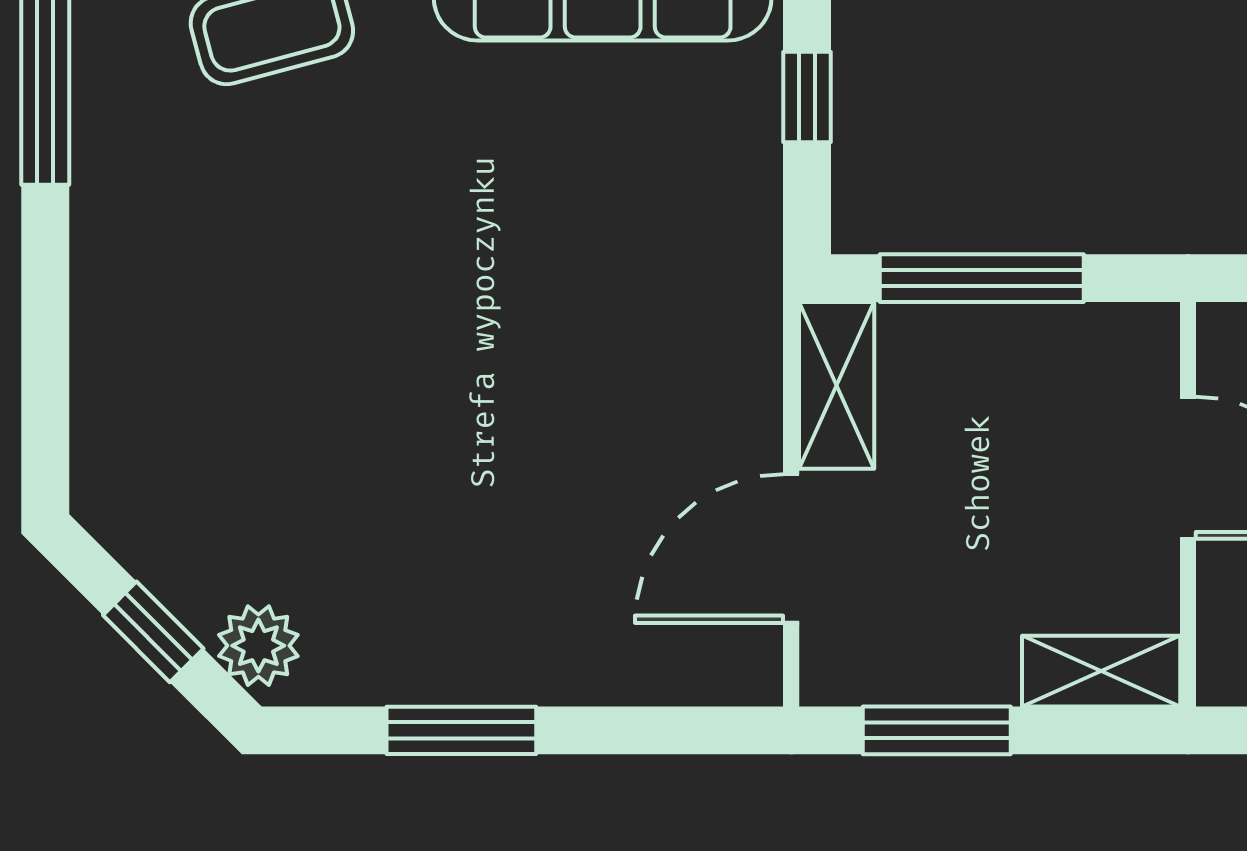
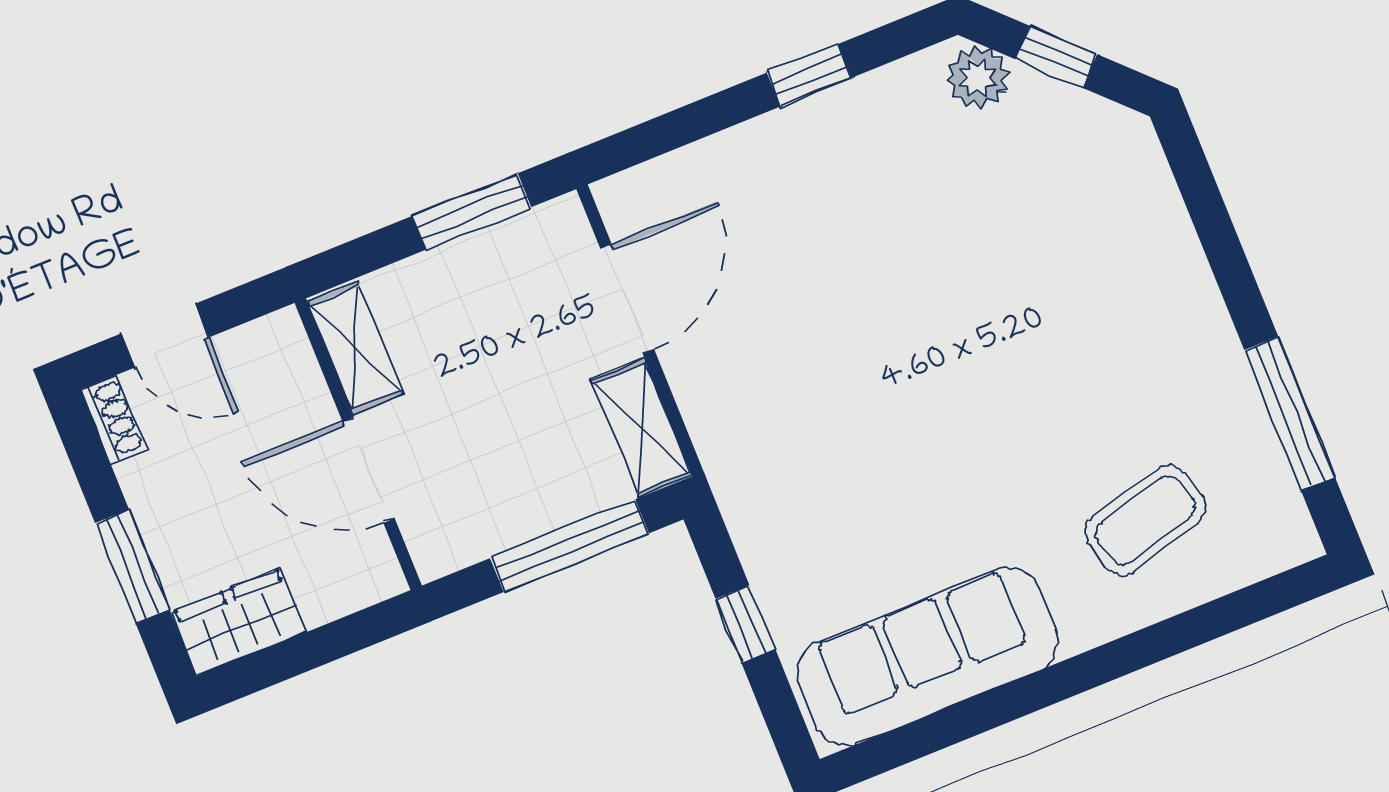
shelving: (1101, 671) -> (355, 348), moved, turned 90
window: (461, 730) -> (809, 75), width x0.67

